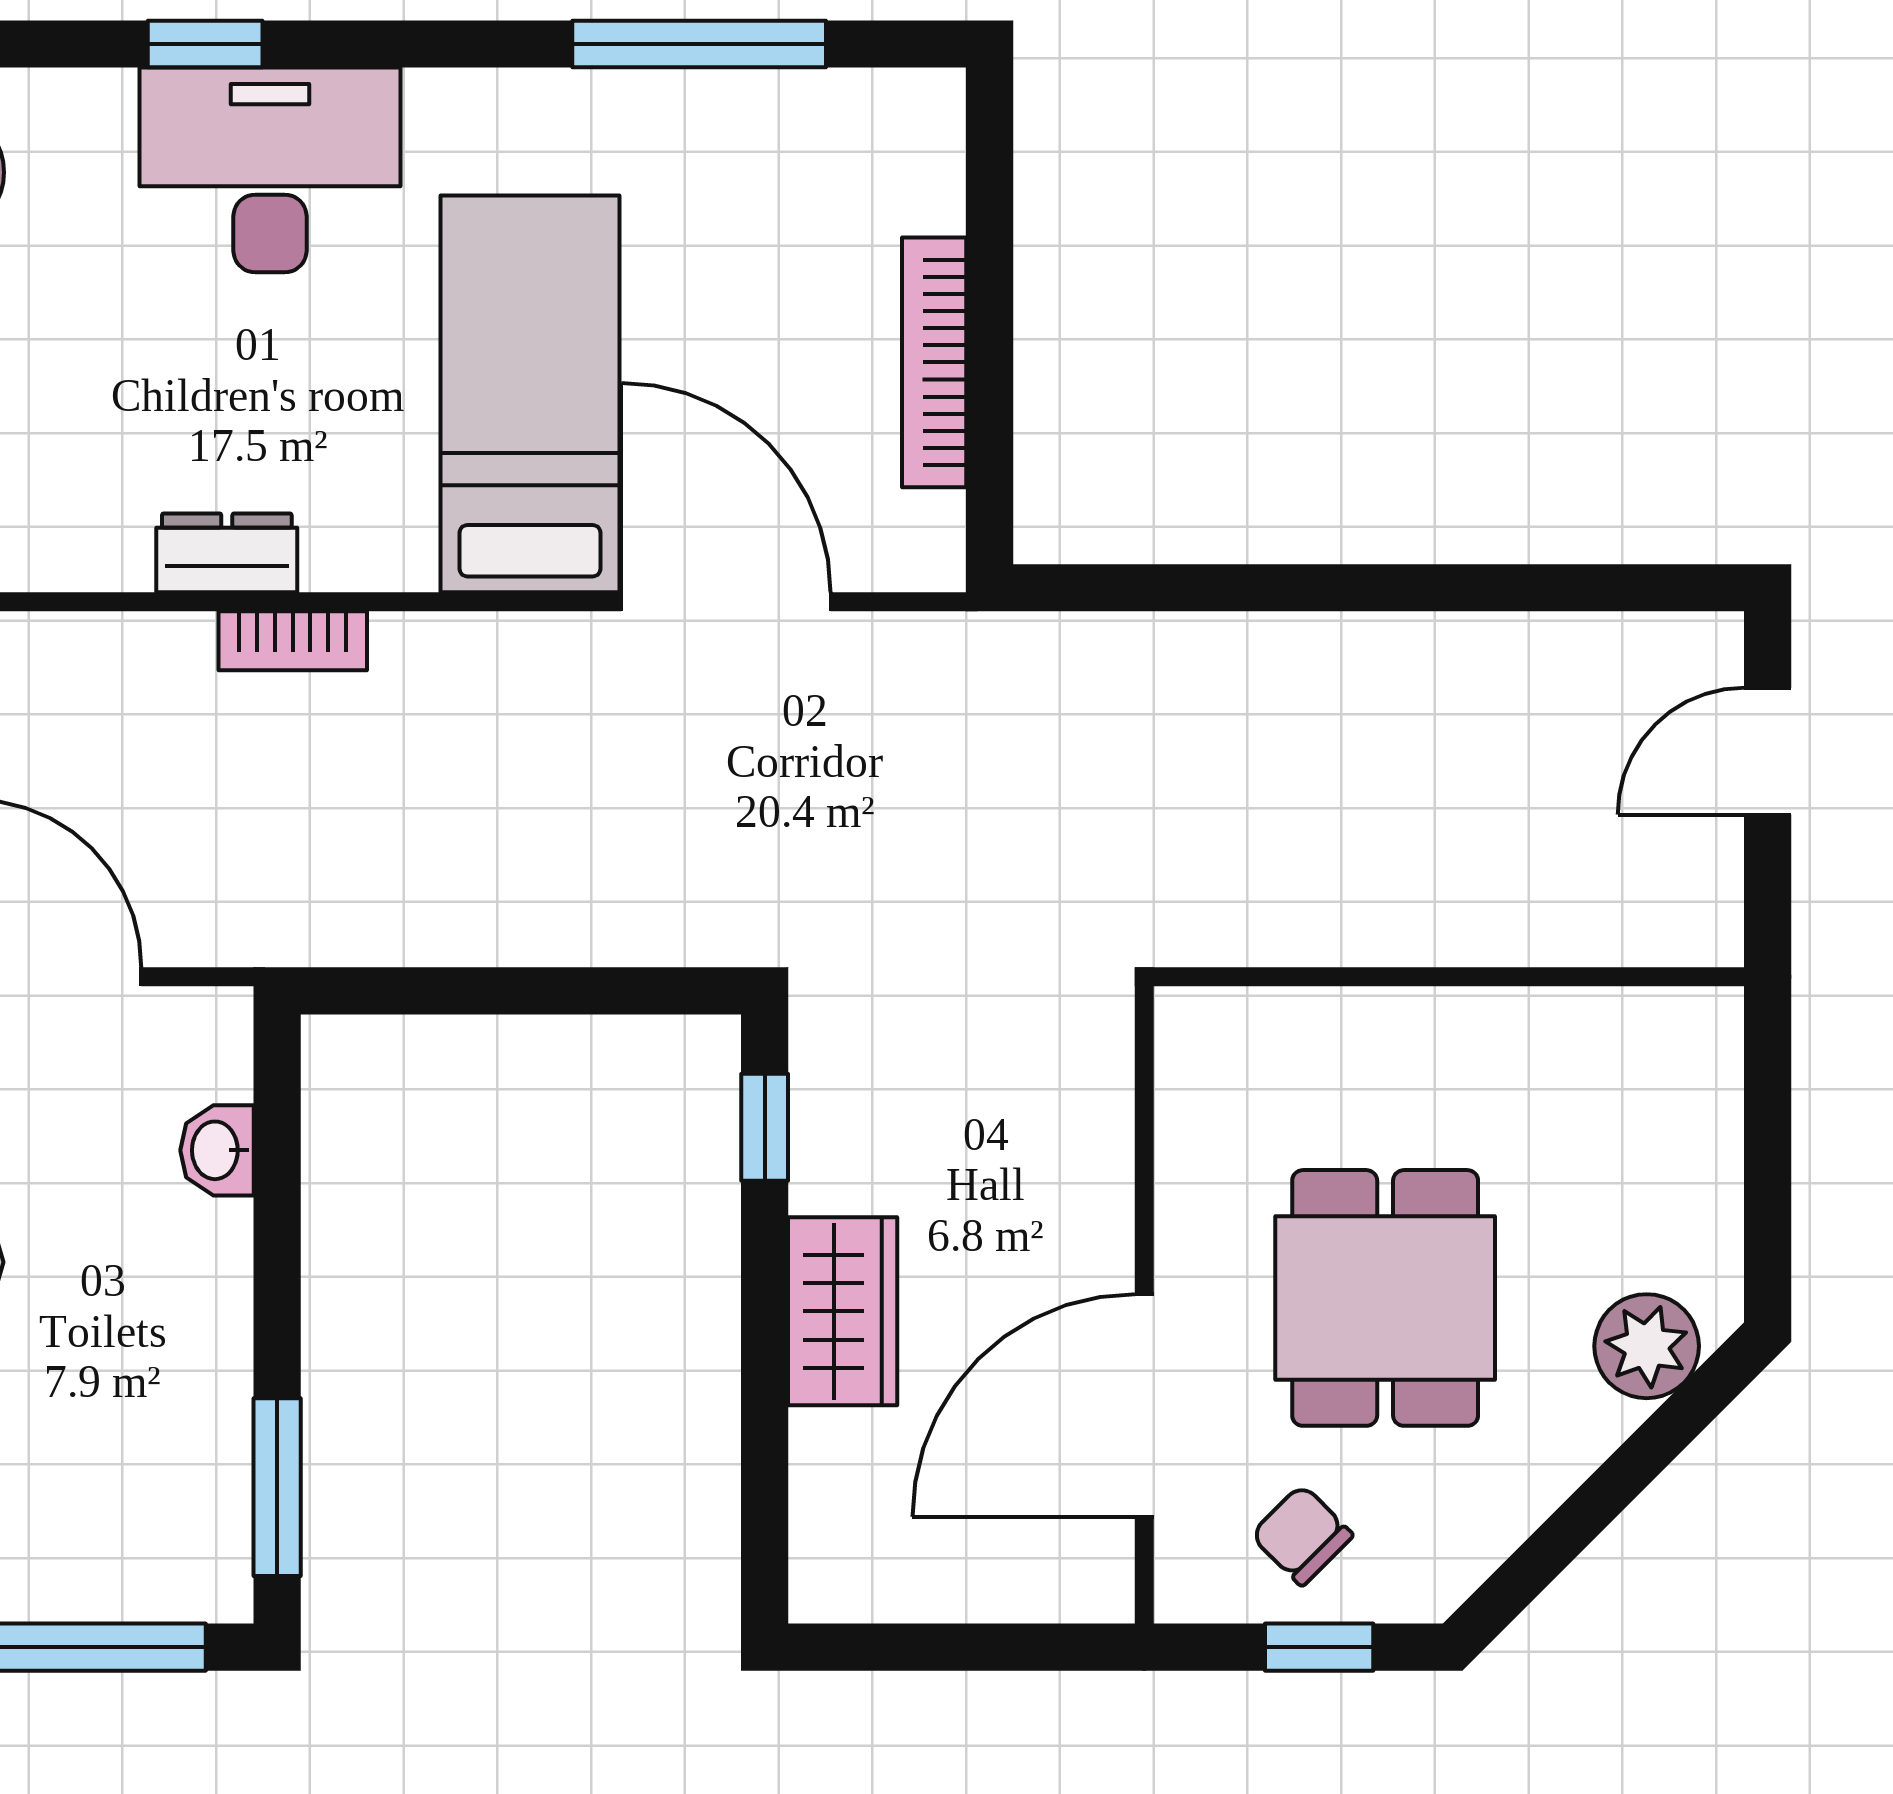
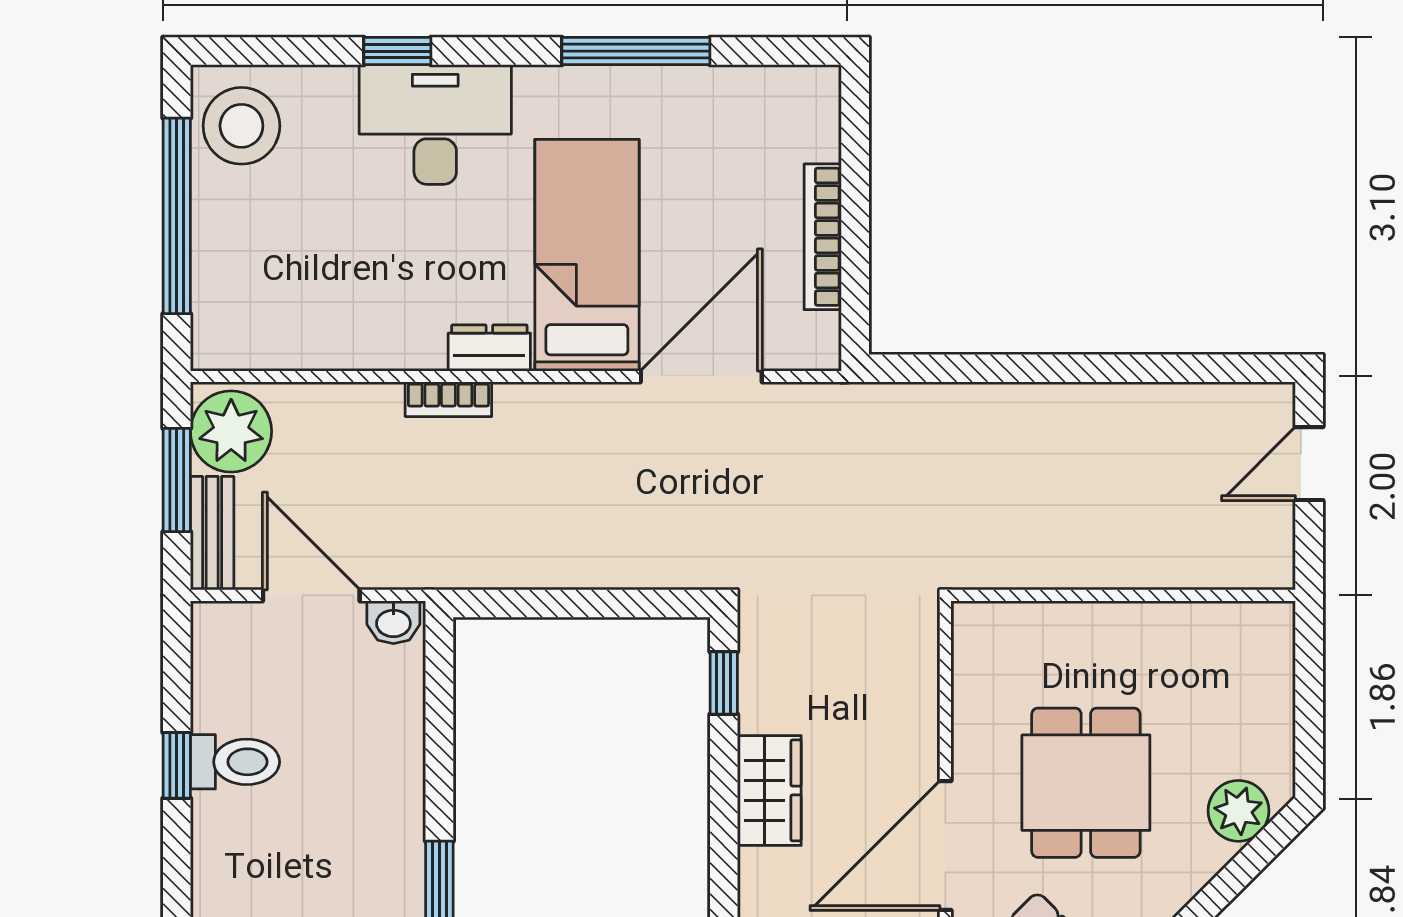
window: (699, 44) -> (636, 51), moved
dresser: (227, 553) -> (489, 348), moved
door: (726, 602) -> (701, 376), hinge flipped
washbasin: (217, 1150) -> (393, 622), moved, turned -90

